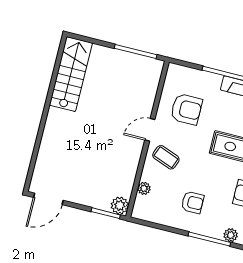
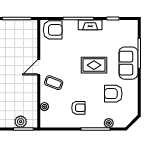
armchair: (186, 109) -> (53, 30), moved
plant: (120, 205) -> (21, 122), moved

